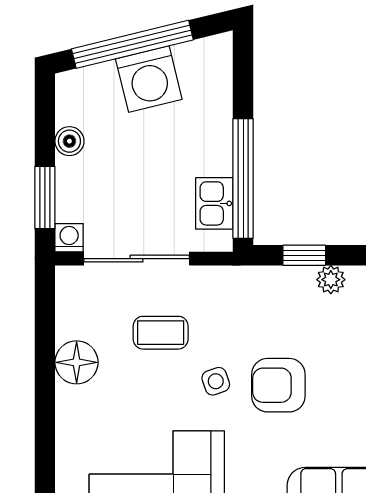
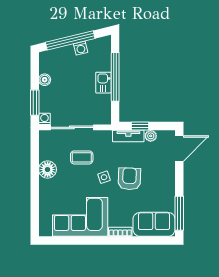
washing machine: (149, 79) -> (81, 48), width x0.53, depth x0.53
window: (243, 178) -> (115, 77), moved
kitchen sink: (214, 203) -> (103, 83), moved
tv unit: (276, 280) -> (128, 136), added
armchair: (278, 385) -> (129, 179), turned 92

